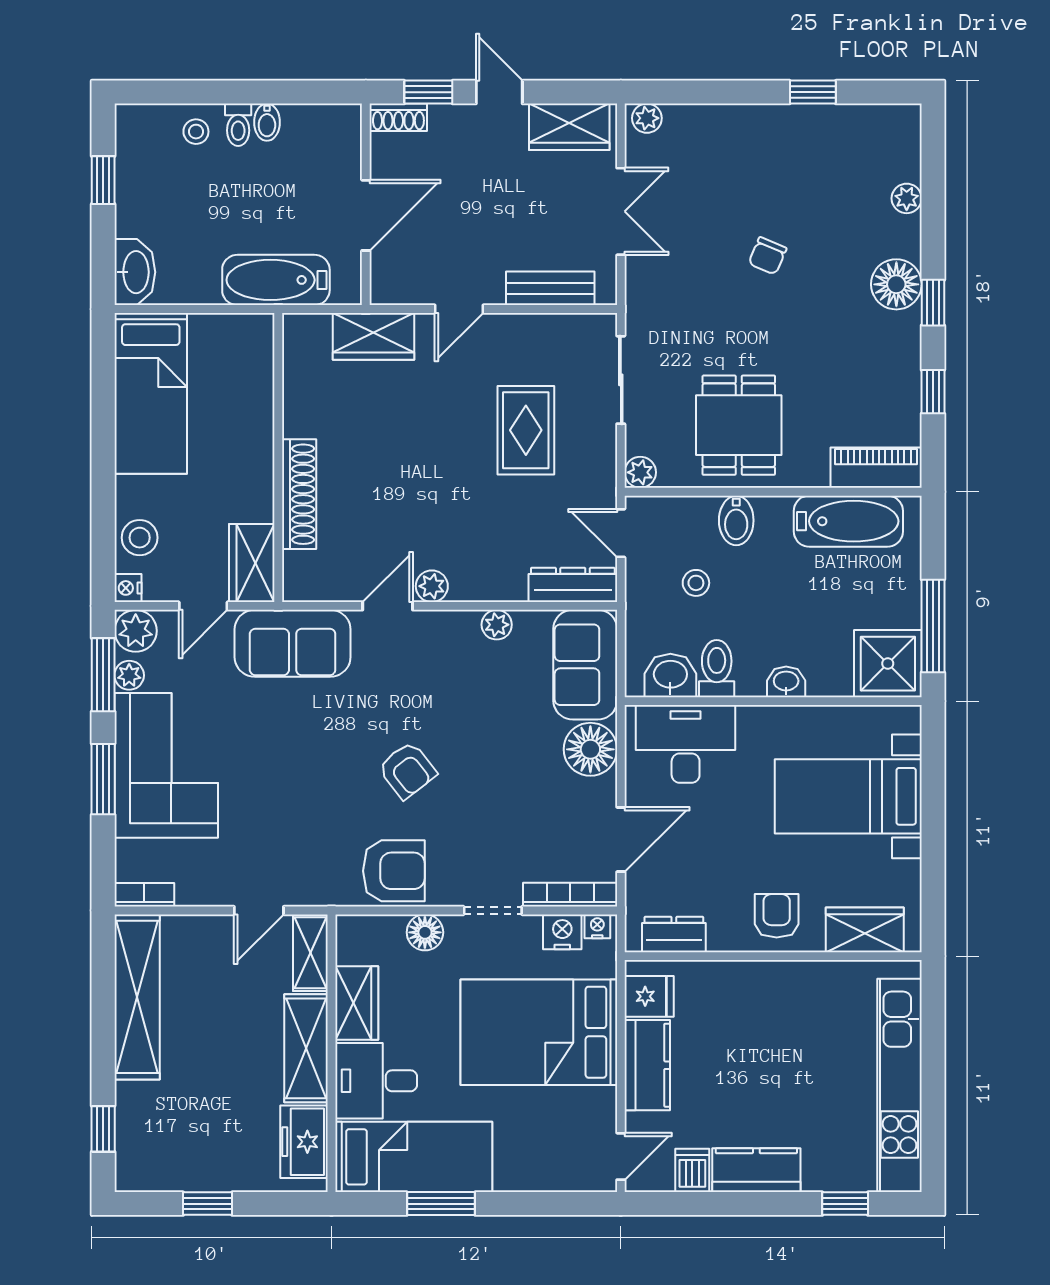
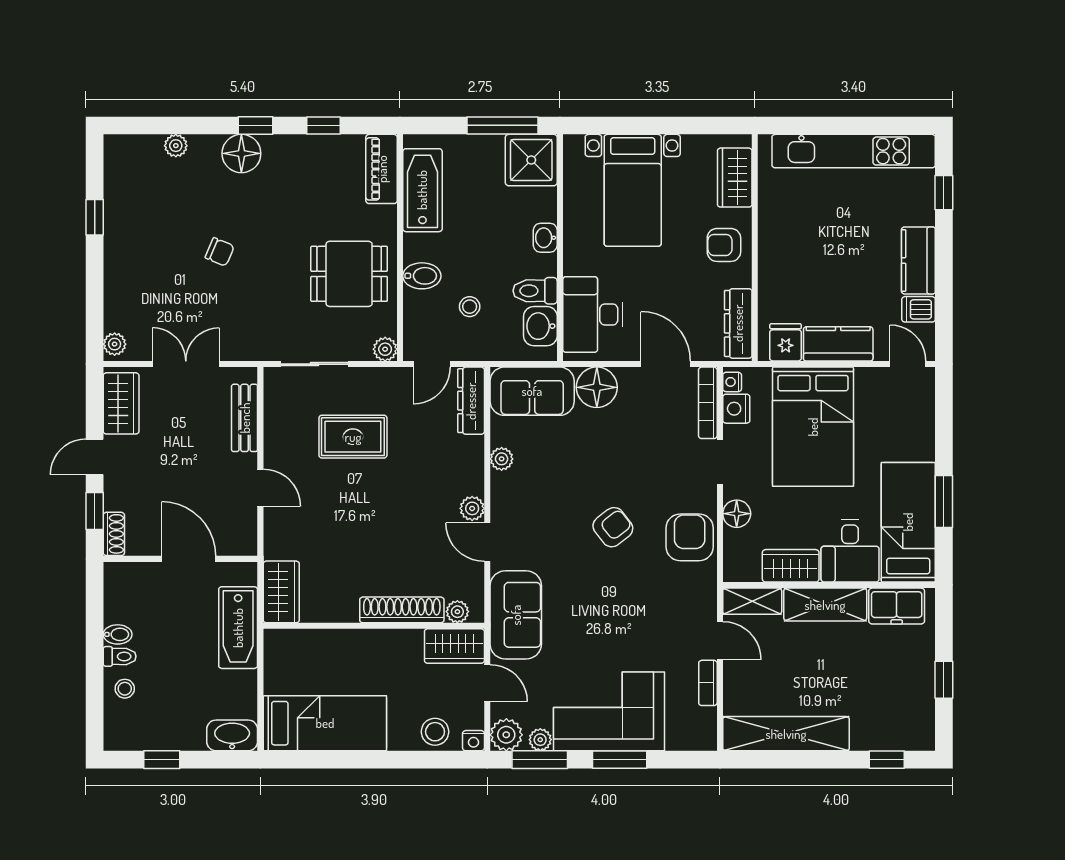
wardrobe: (374, 336) -> (281, 592), moved
plant: (297, 567) -> (457, 612), added
bookcase: (144, 895) -> (708, 683), moved
dresser: (674, 934) -> (738, 323), width x1.44

